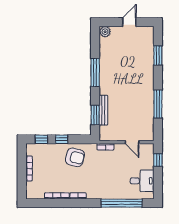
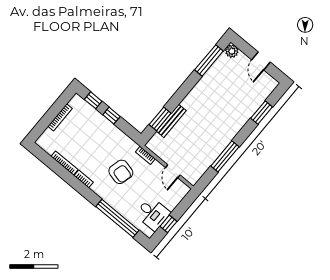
door: (129, 22) -> (261, 61), swing flipped
window: (95, 73) -> (209, 60), moved
armchair: (75, 157) -> (121, 172), moved
window: (158, 160) -> (168, 224), moved

